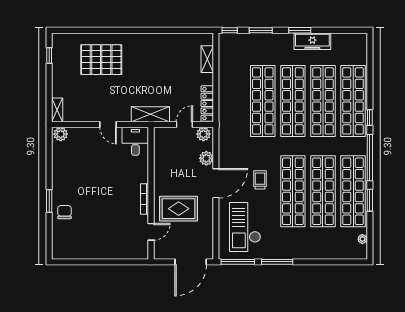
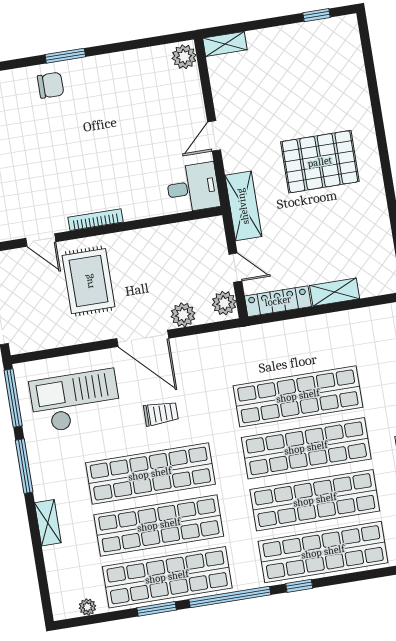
shelving: (207, 59) -> (335, 292), moved
pallet: (101, 60) -> (320, 162), moved, turned 90
shelving: (311, 254) -> (48, 523), added

